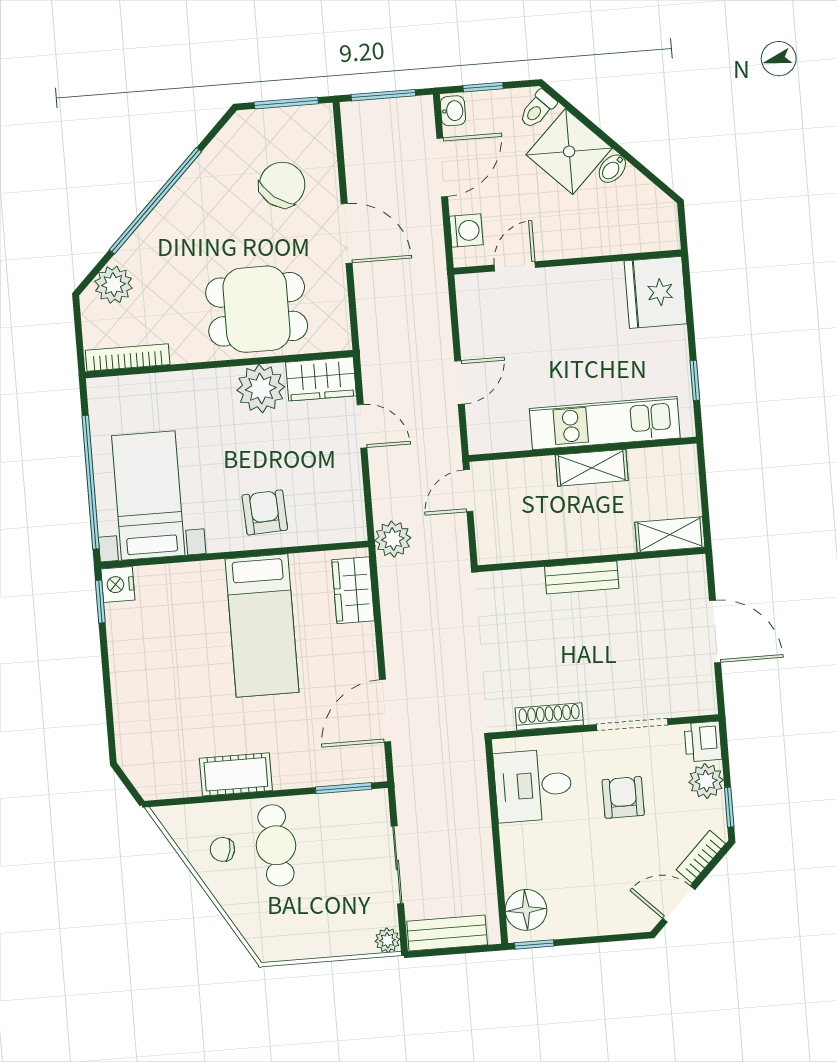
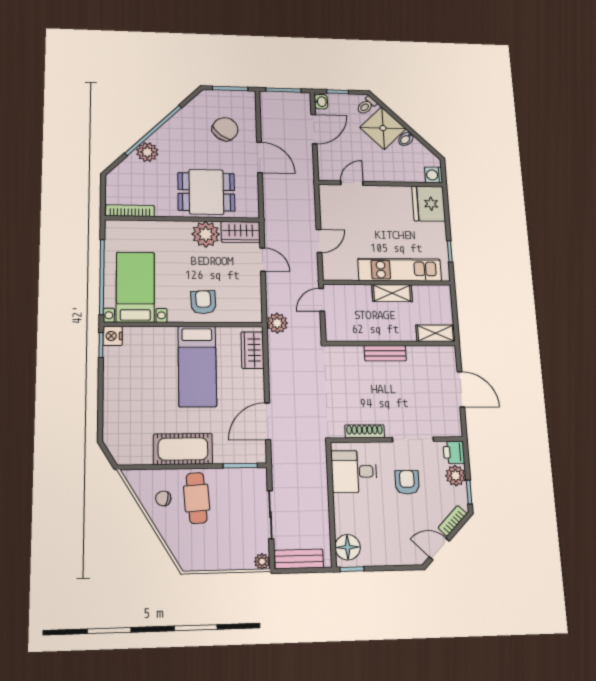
washing machine: (466, 231) -> (433, 175), moved, turned 180
plant: (113, 285) -> (147, 152), moved
cot: (236, 774) -> (183, 449), width x1.37, depth x1.34

